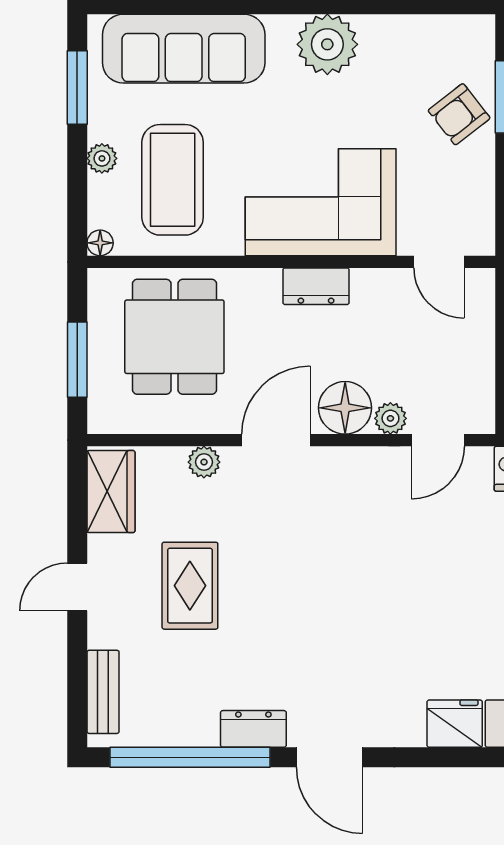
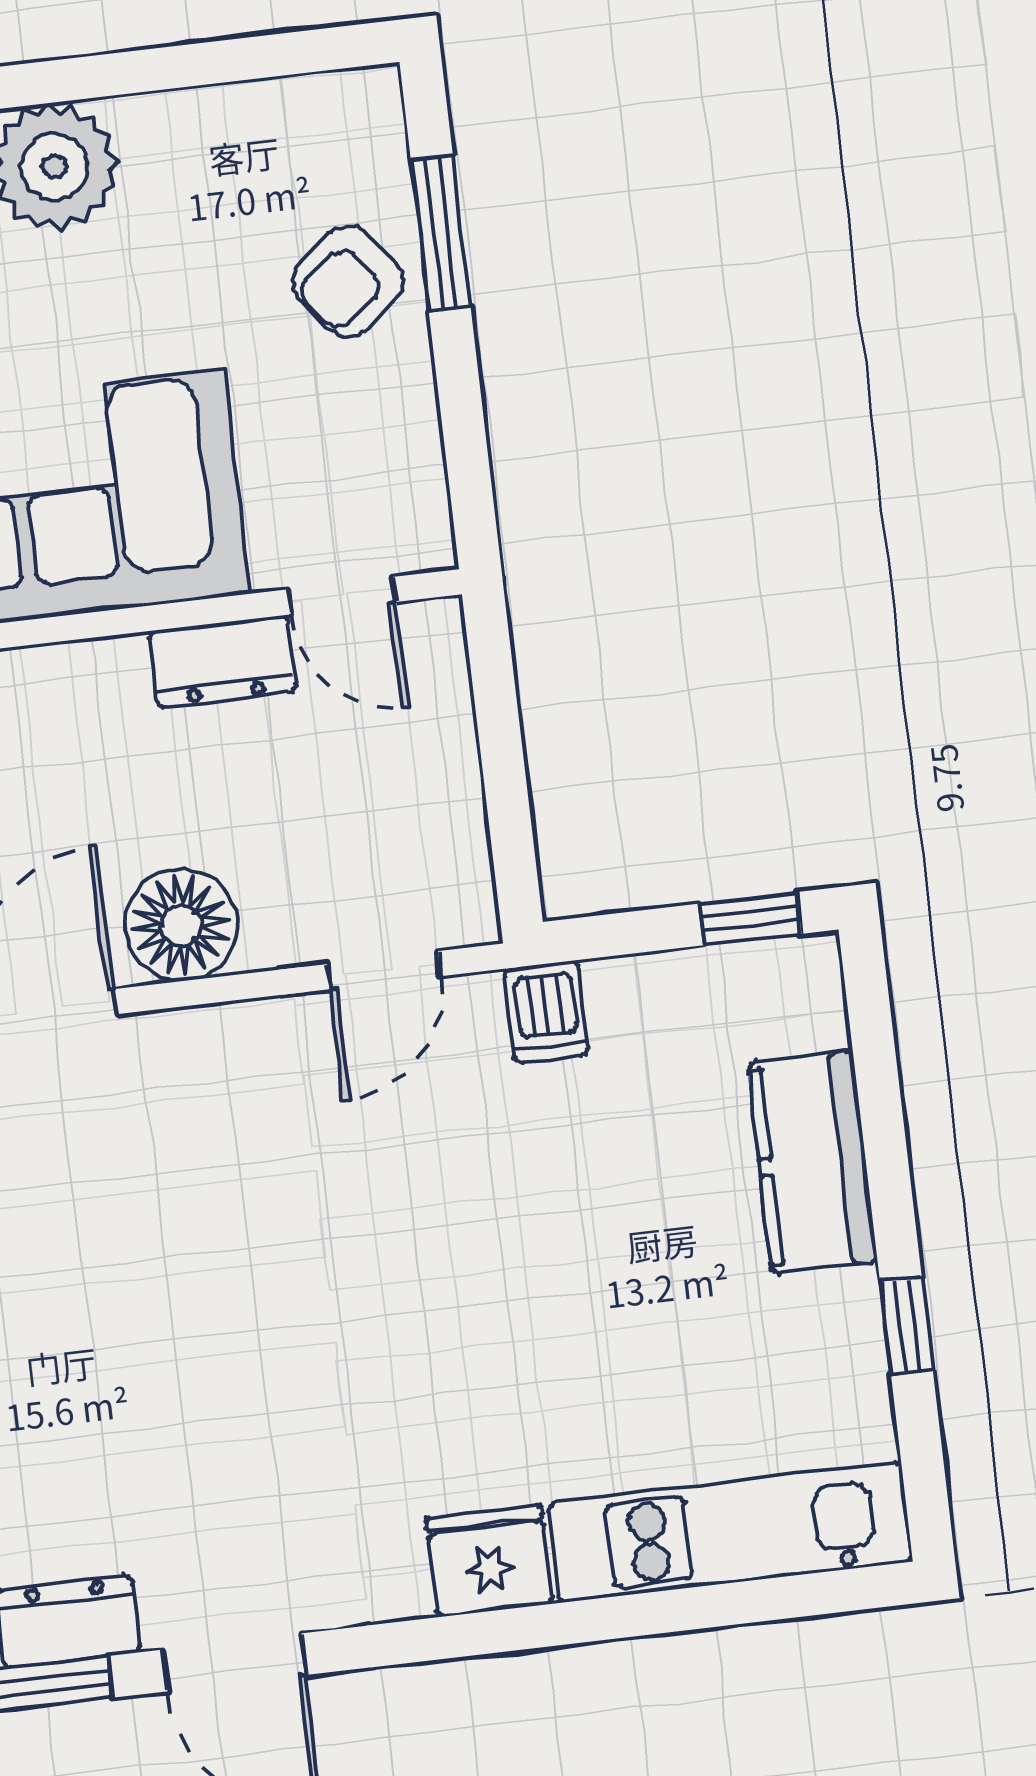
dresser: (316, 286) -> (223, 662), moved
plant: (390, 418) -> (279, 936), removed

